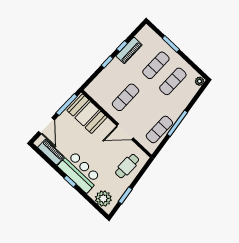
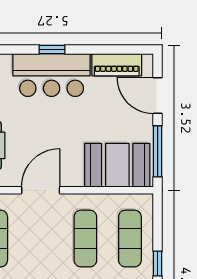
exercise mat: (109, 81) -> (130, 239), added

